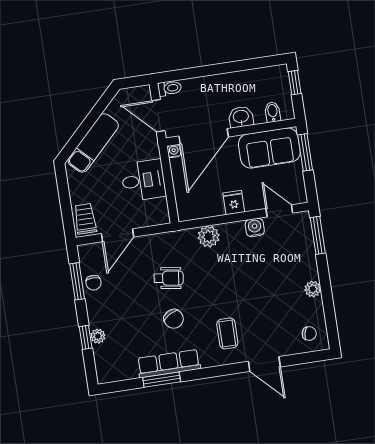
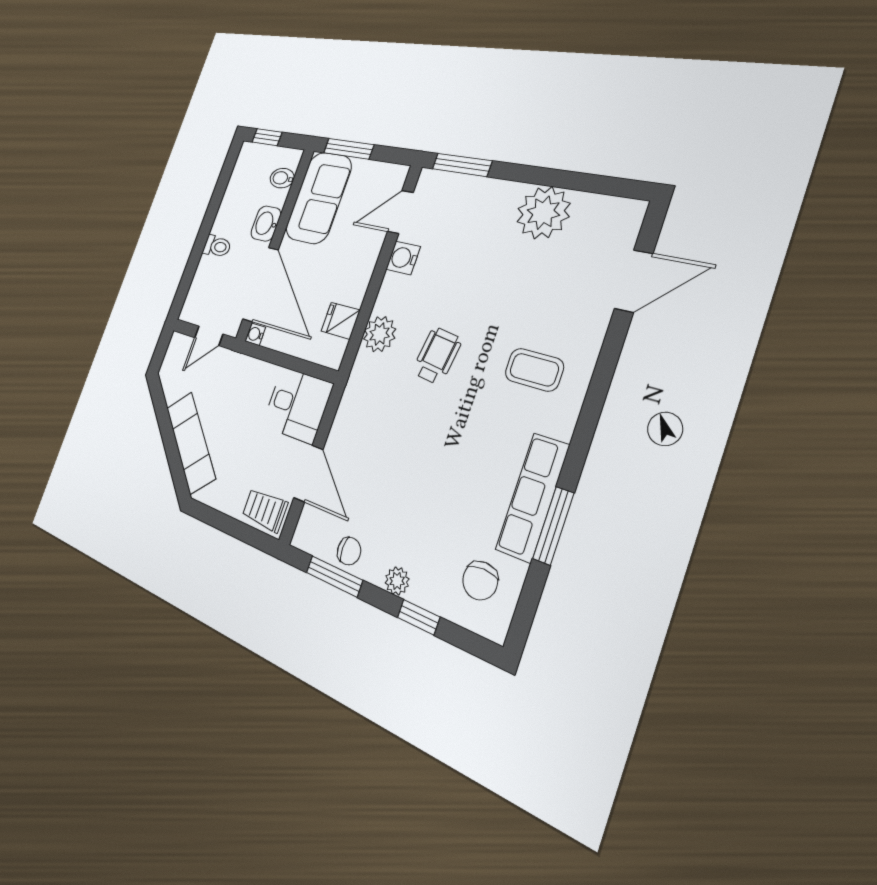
toilet: (170, 88) -> (217, 246), moved, turned 90
door: (158, 116) -> (209, 336), width x0.73
desk: (143, 180) -> (297, 405), moved, turned 90
fridge: (234, 203) -> (340, 321), moved
wheelchair: (169, 278) -> (437, 356), moved
plant: (313, 289) -> (543, 213), width x1.87, depth x1.87
chair: (174, 319) -> (480, 581), moved, turned 119
chair: (309, 334) -> (605, 228), removed
plant: (98, 336) -> (397, 581), moved
door: (264, 364) -> (634, 281), moved

